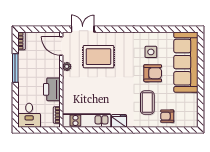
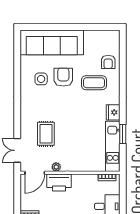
rug: (98, 57) -> (46, 134), width x0.73, depth x0.70
printer: (52, 89) -> (59, 183), moved
window: (98, 130) -> (123, 134), added

